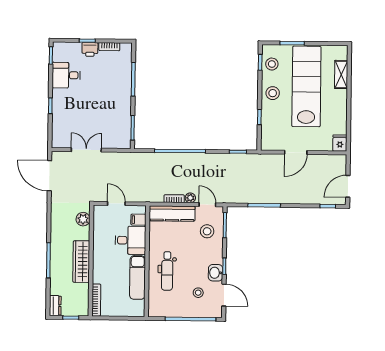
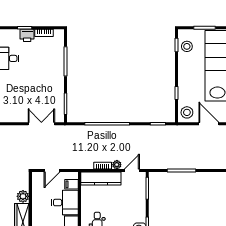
stool: (273, 93) -> (187, 112), moved
double door: (86, 150) -> (41, 124), moved
door: (296, 152) -> (209, 124), swing flipped
door: (116, 204) -> (52, 170), swing flipped
door: (207, 205) -> (132, 170), hinge flipped
plant: (83, 219) -> (23, 196), moved
stool: (207, 231) -> (132, 194), removed

